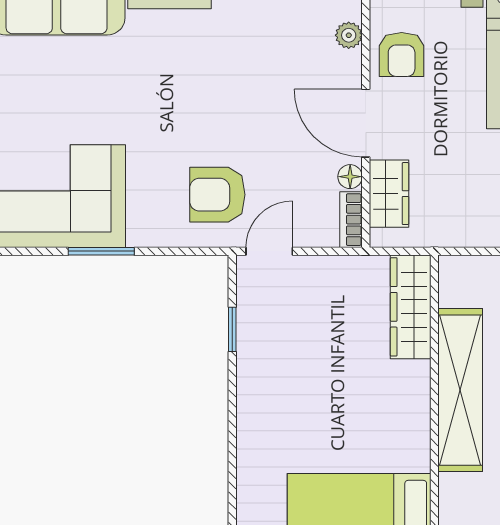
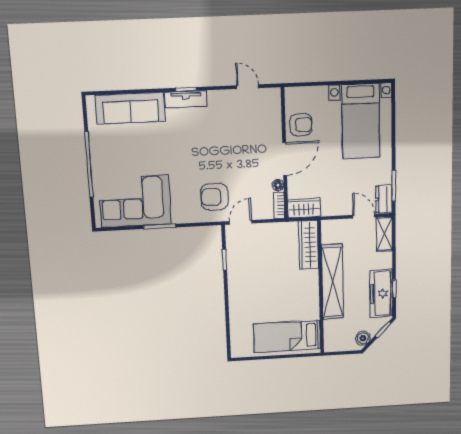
plant: (349, 35) -> (275, 116), removed
armchair: (402, 54) -> (301, 125), turned -90
door: (366, 123) -> (285, 159), swing flipped
wardrobe: (389, 194) -> (304, 208), moved, turned -90

